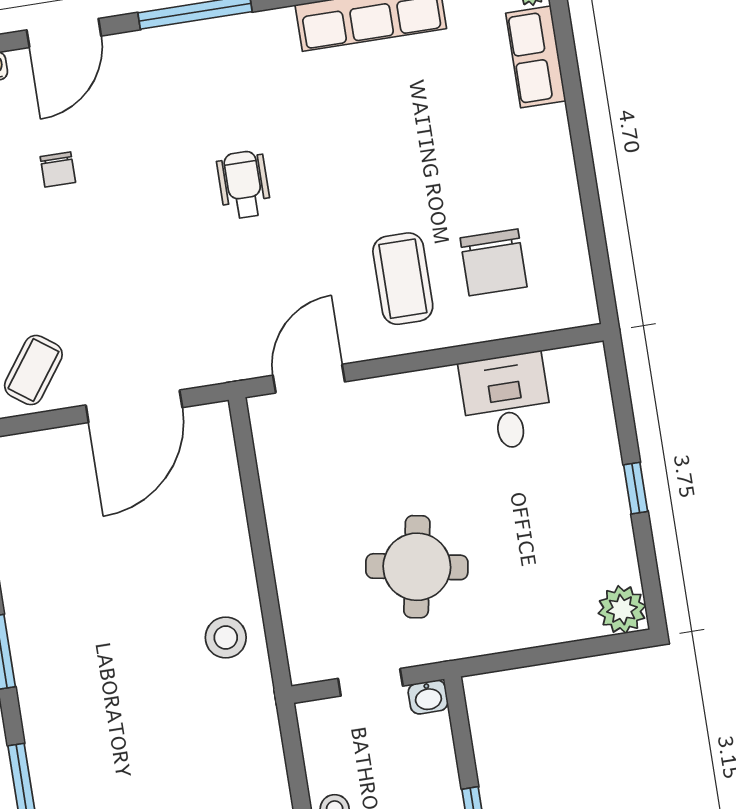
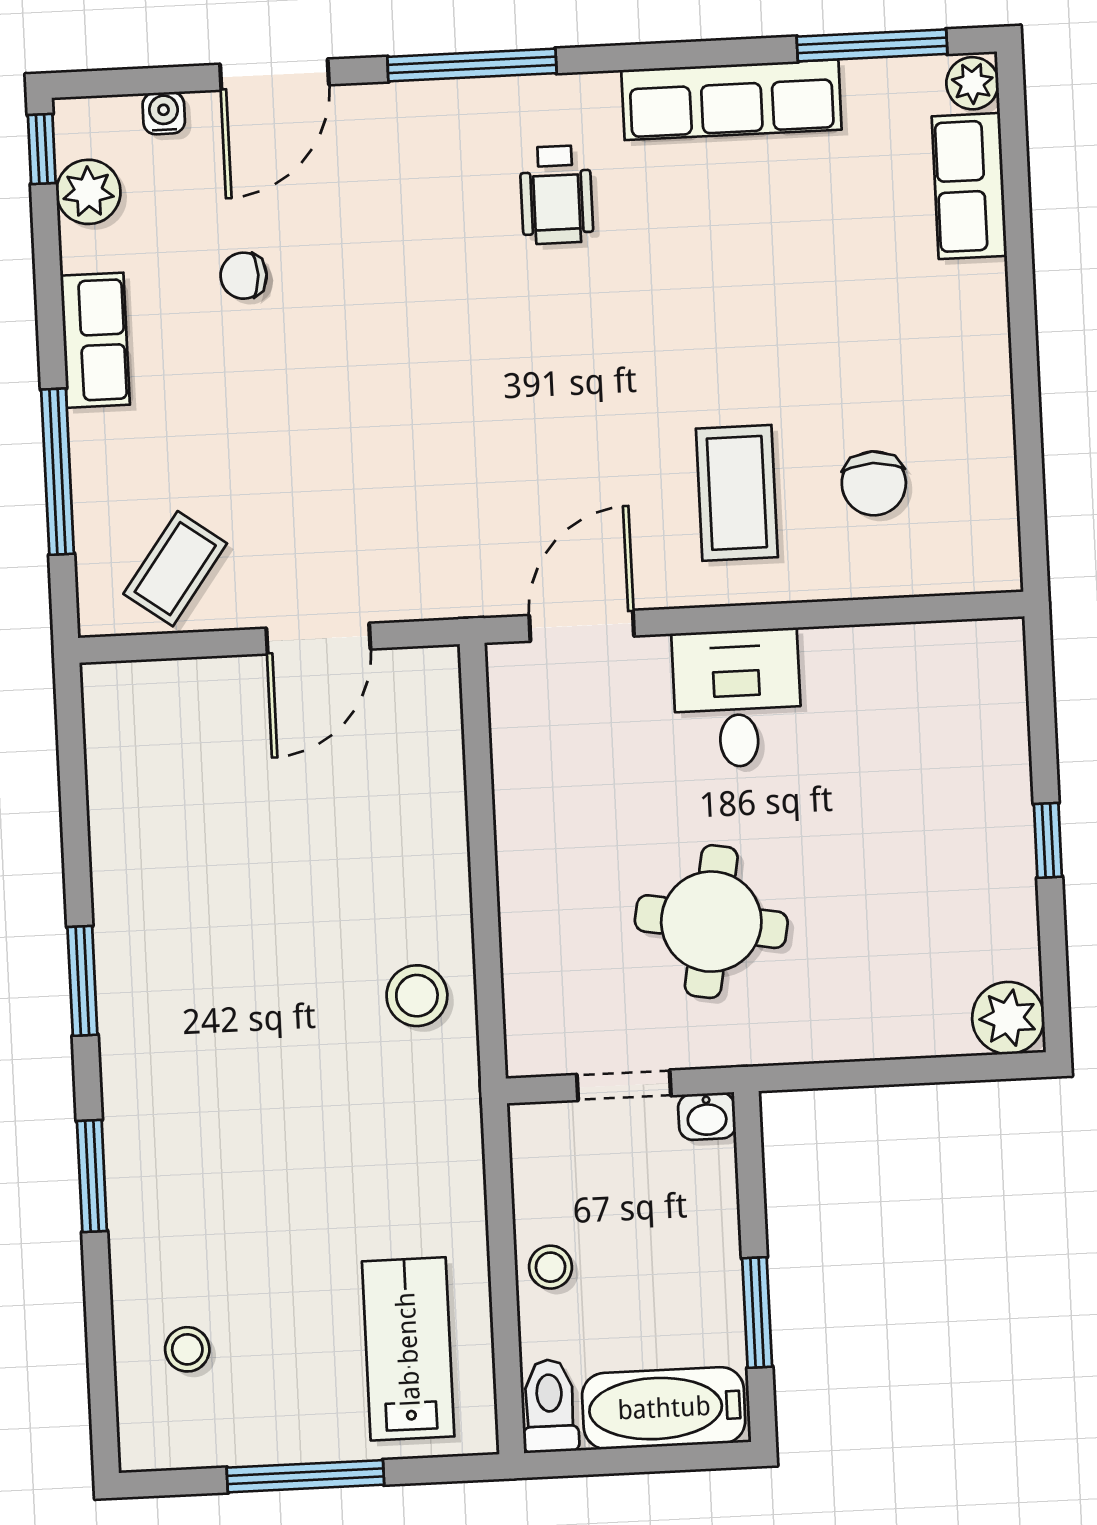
chair: (58, 169) -> (244, 276), turned 90
wheelchair: (244, 185) -> (556, 195), moved, turned 180
chair: (494, 262) -> (874, 483), width x0.73, depth x0.73
desk: (506, 402) -> (737, 698), moved
door: (134, 406) -> (318, 639), width x0.73

